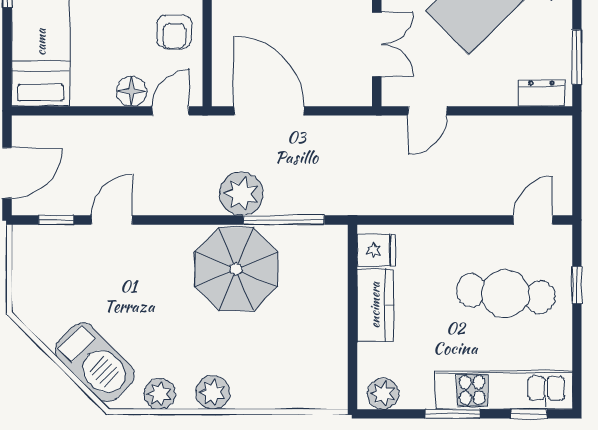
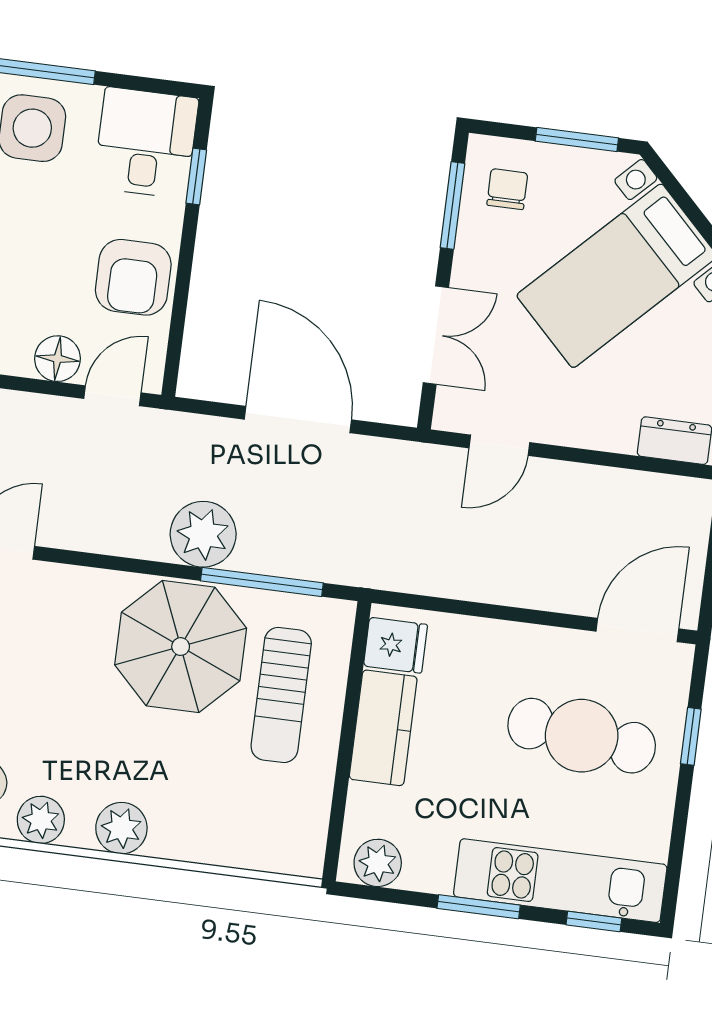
armchair: (174, 32) -> (133, 277), width x1.38, depth x1.38
door: (269, 111) -> (298, 419), moved
door: (533, 220) -> (637, 630), width x1.38
sun lounger: (306, 292) -> (281, 695), added

